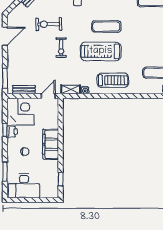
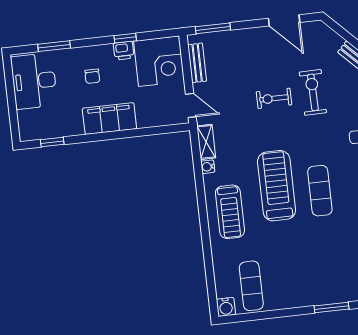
exercise bike: (61, 48) -> (274, 98), moved

